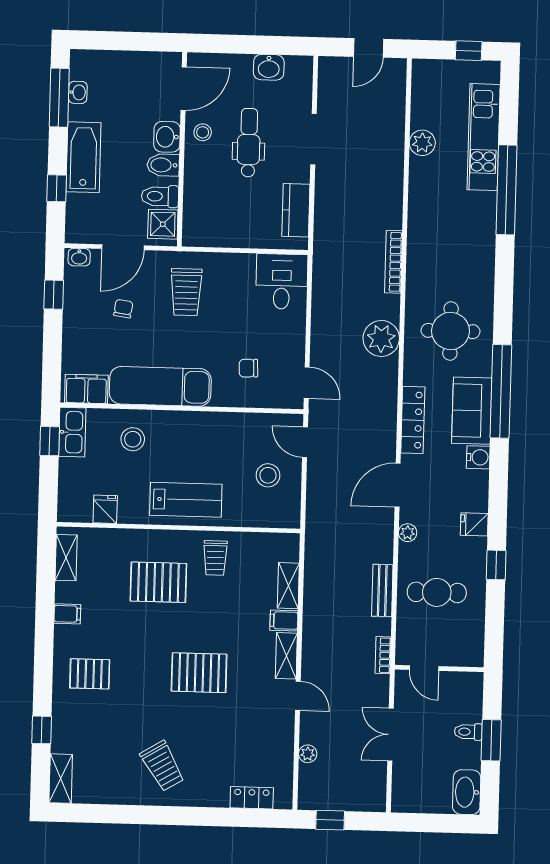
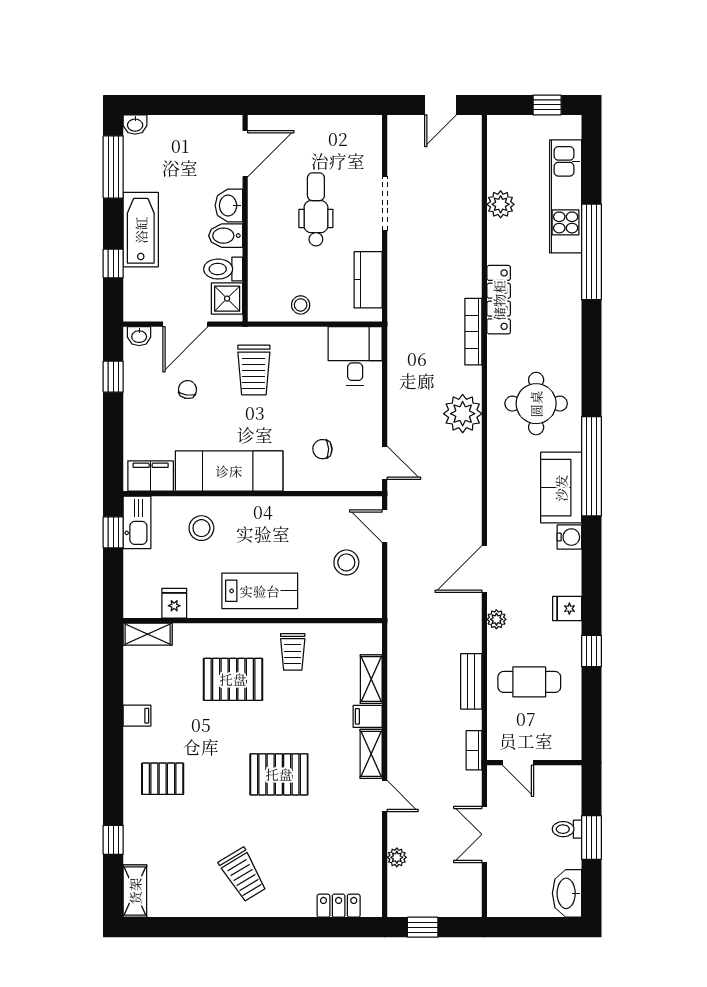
washbasin: (269, 67) -> (335, 129), removed
washbasin: (78, 92) -> (135, 125), moved, turned 90
stool: (203, 132) -> (301, 305), moved
locker: (413, 420) -> (499, 300), moved
shelving: (66, 558) -> (148, 634), moved, turned 90

